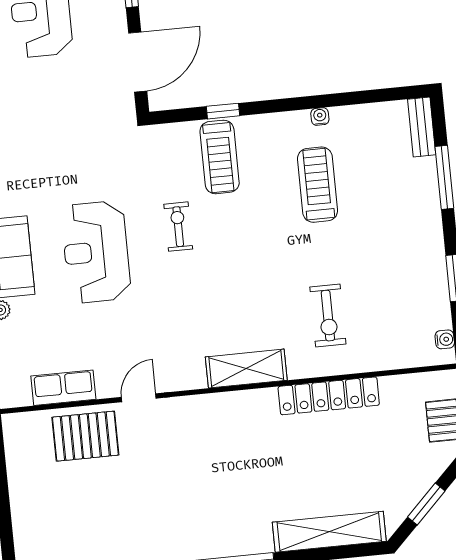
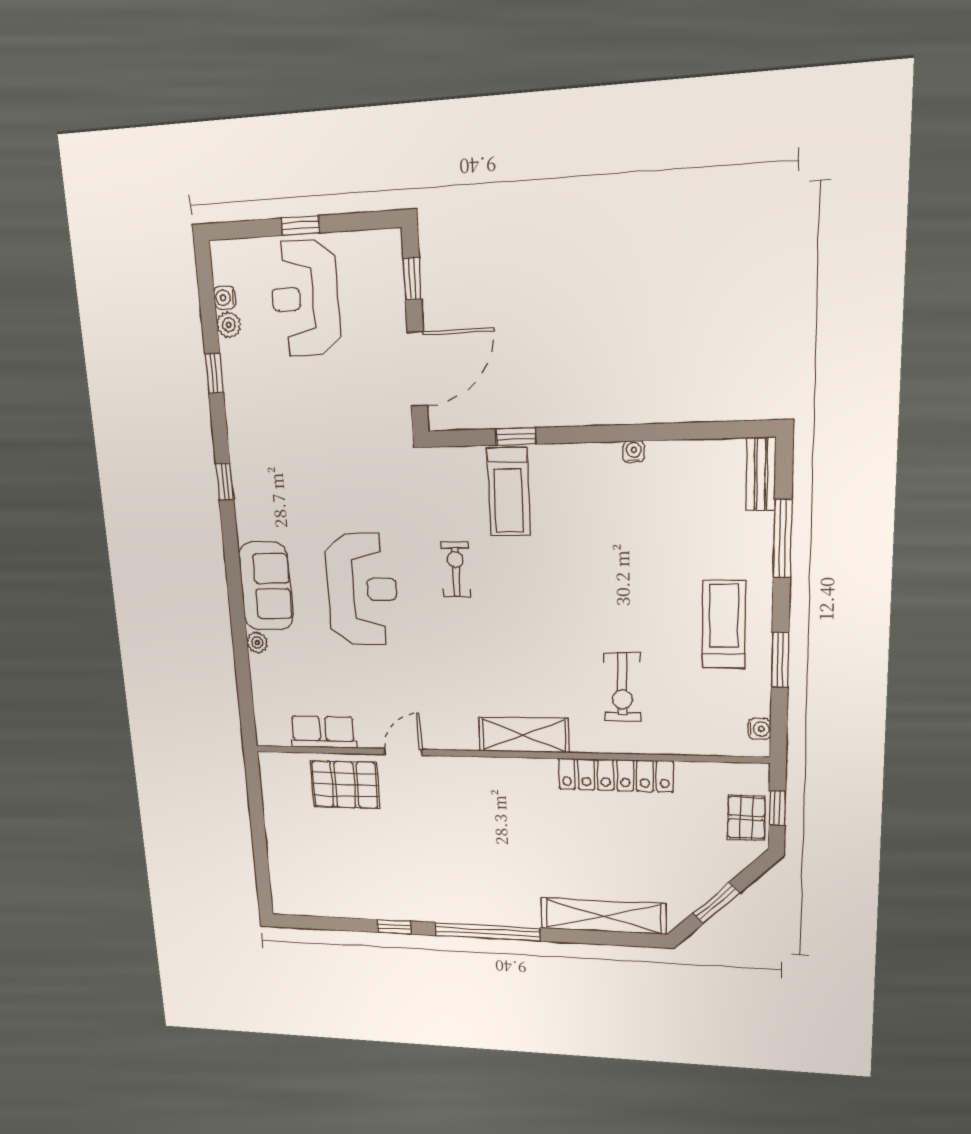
treadmill: (318, 185) -> (724, 624), moved
reception desk: (96, 252) -> (362, 589), turned 180

